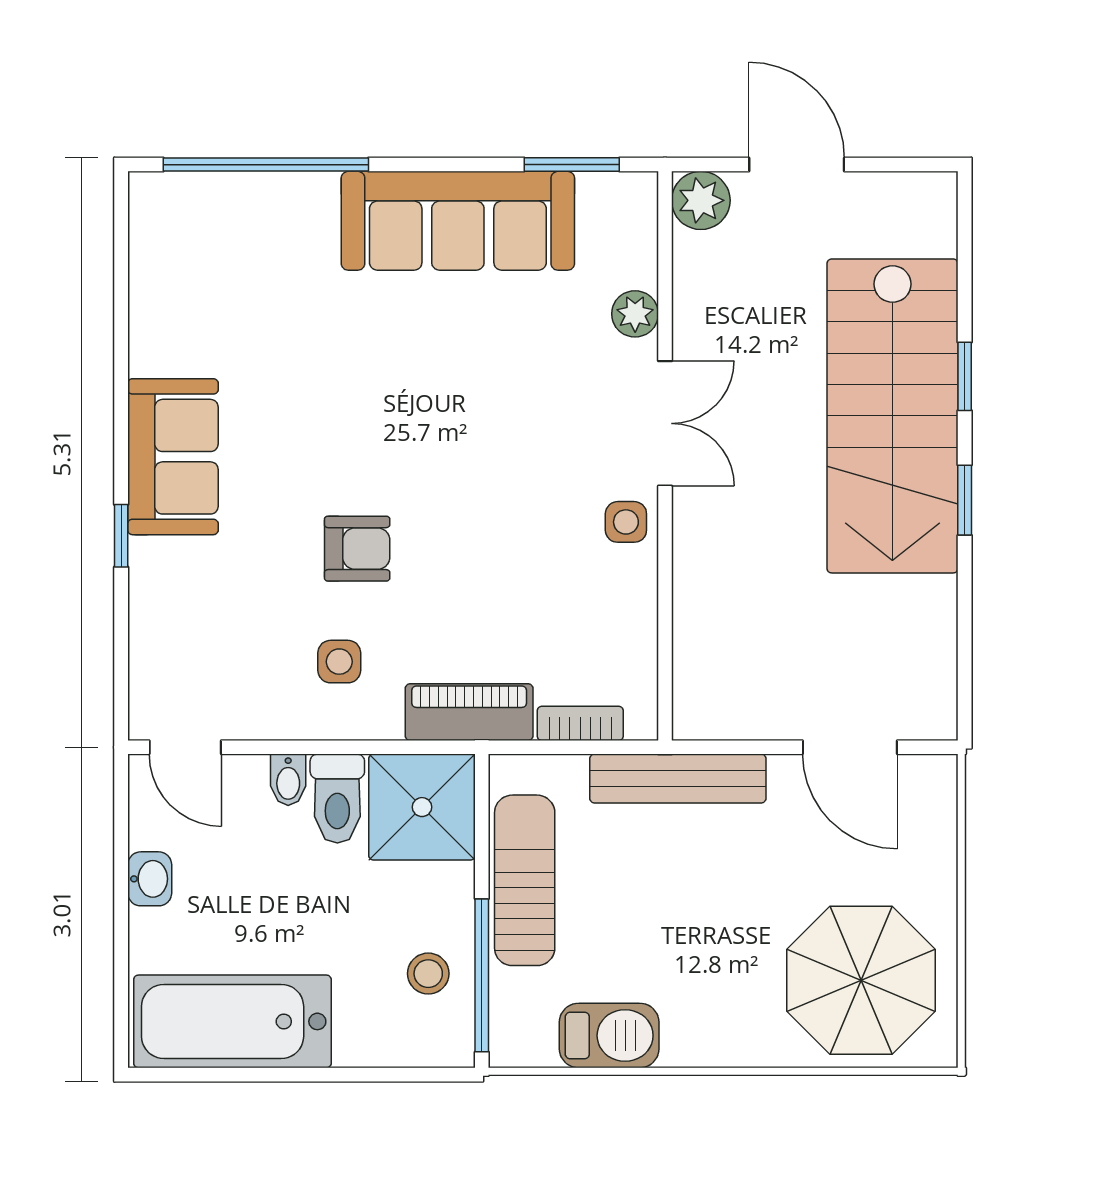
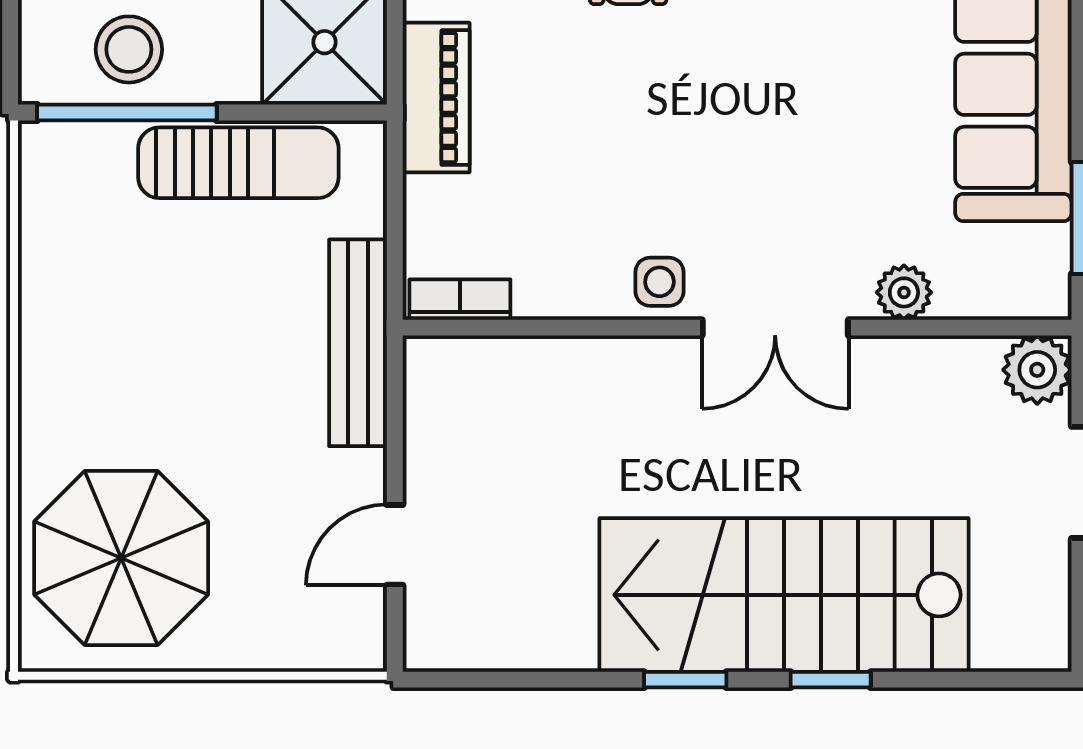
bookcase: (580, 723) -> (460, 300), moved, turned -90
door: (850, 747) -> (395, 545), width x0.73
stool: (428, 974) -> (129, 49), width x1.37, depth x1.37
barbecue: (609, 1036) -> (56, 262), removed

